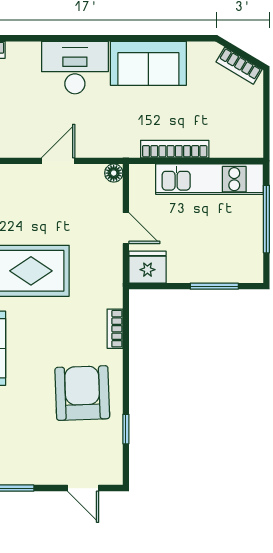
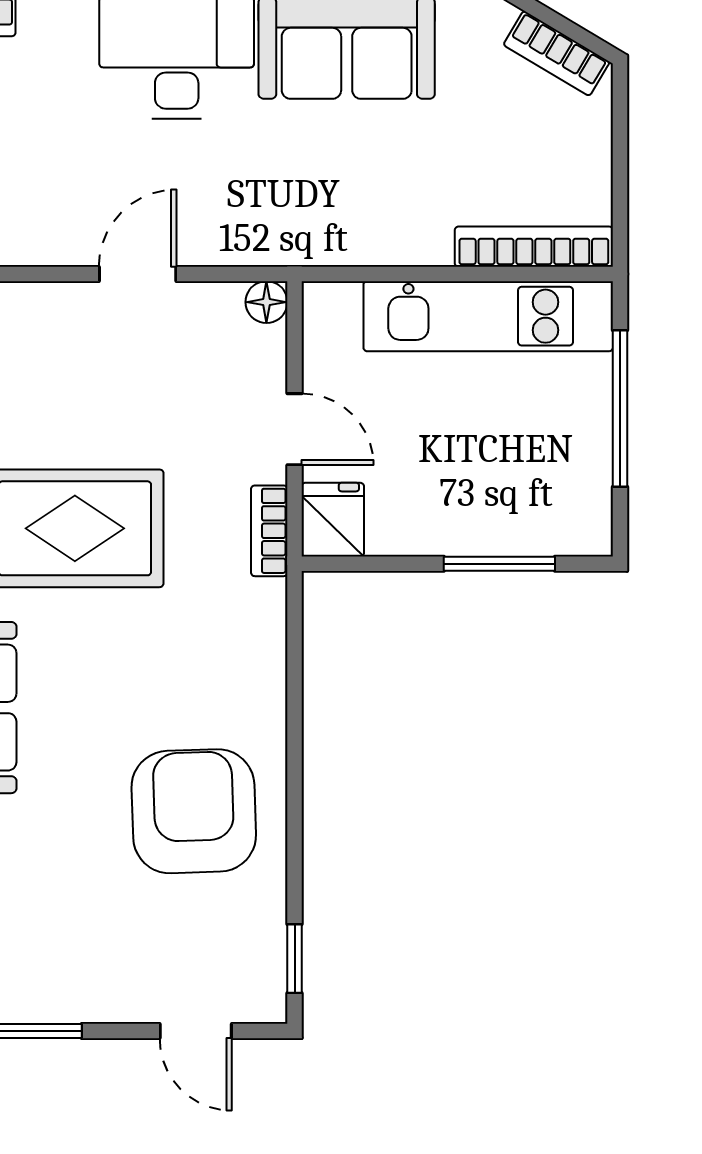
bookcase: (175, 149) -> (534, 247), moved
fridge: (147, 267) -> (333, 520), width x0.72
bookcase: (115, 329) -> (269, 531), moved
window: (126, 429) -> (295, 959), moved

